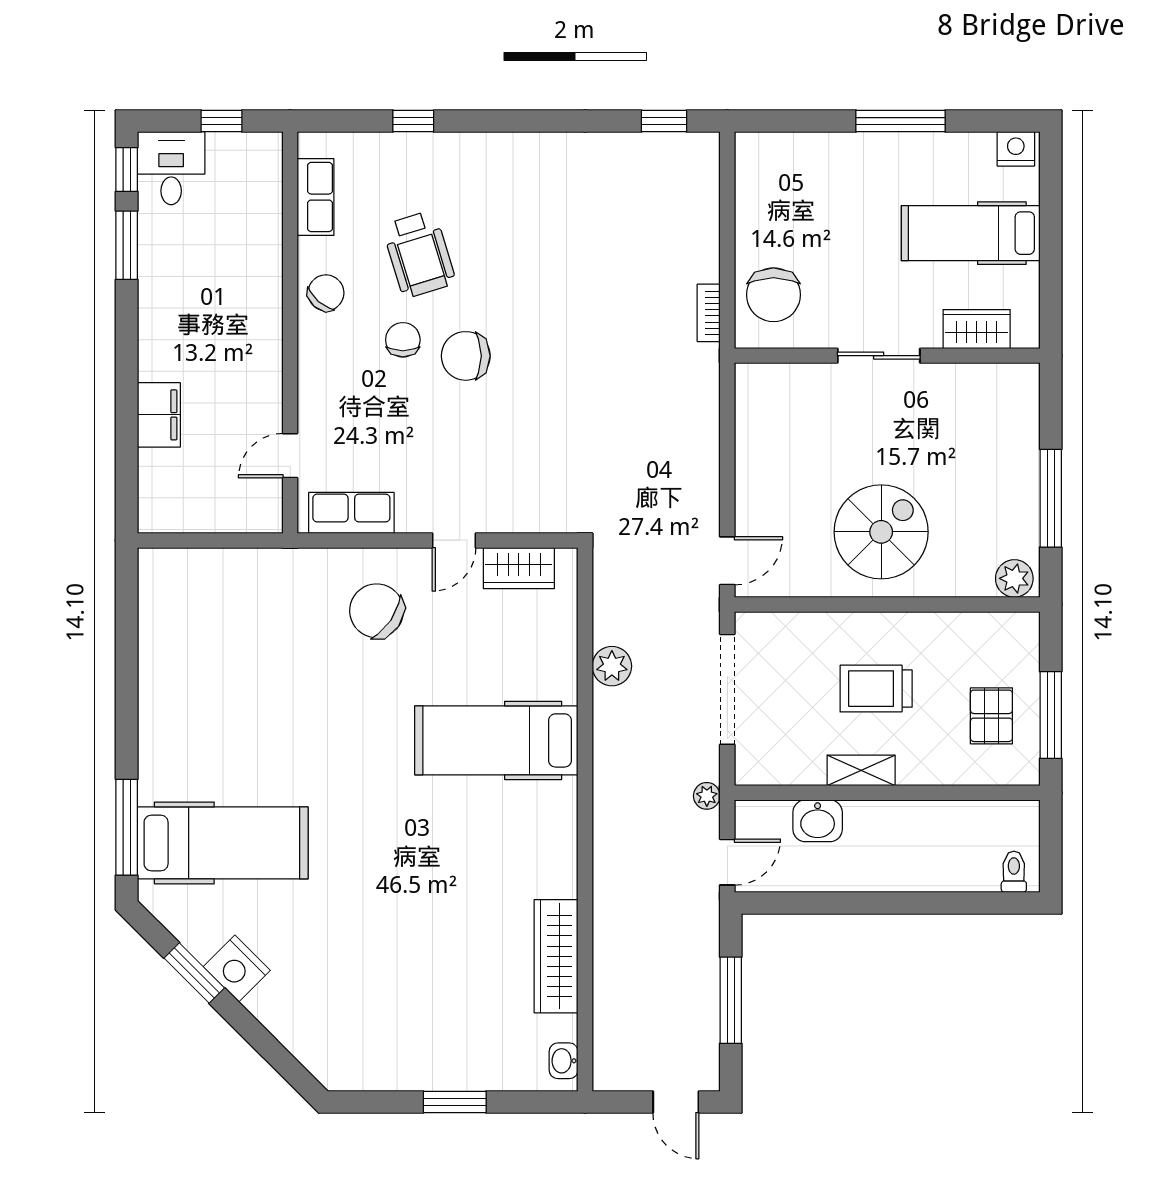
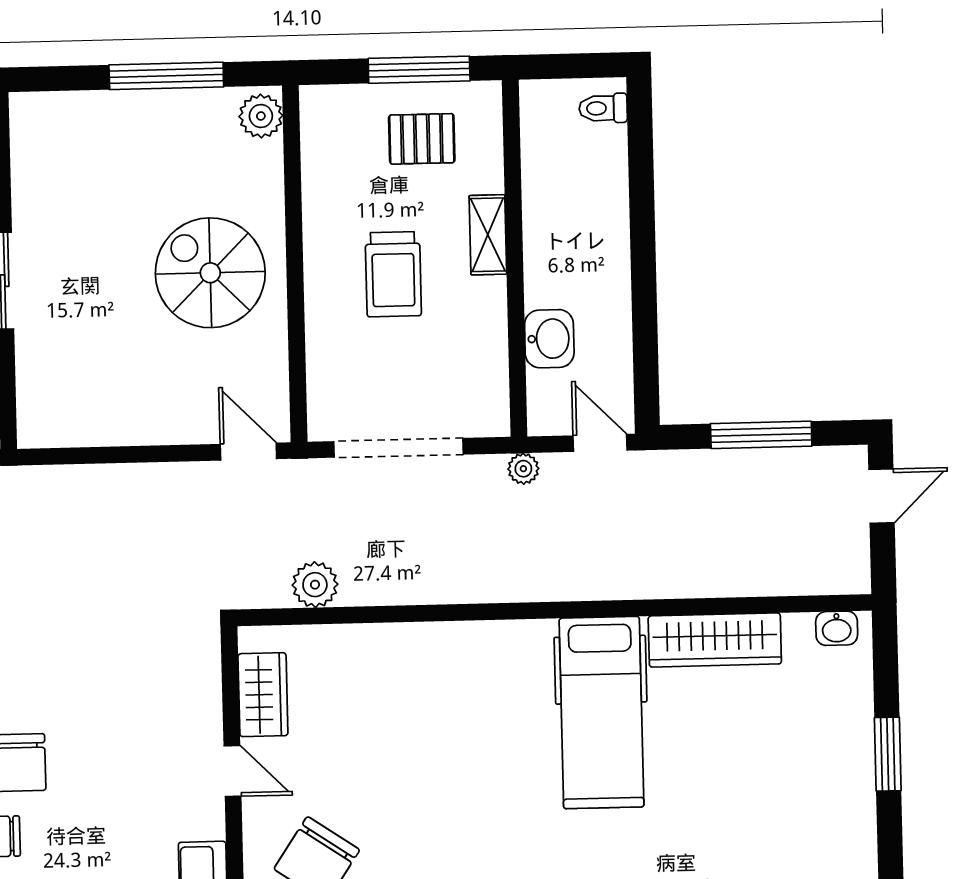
plant: (612, 666) -> (315, 585), moved
hospital bed: (496, 740) -> (601, 713), moved
shelving: (861, 770) -> (488, 235), moved

